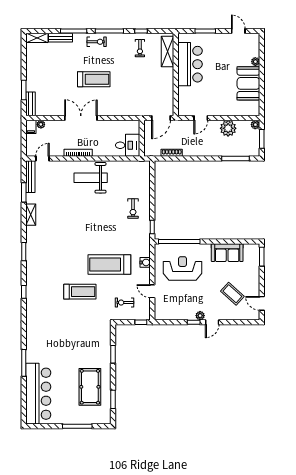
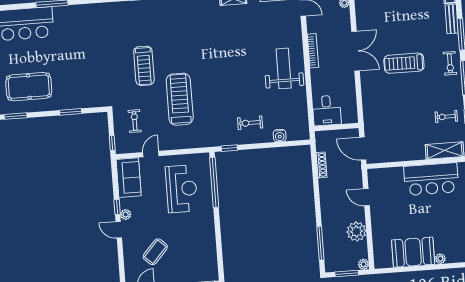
treadmill: (94, 79) -> (404, 63), turned 90
sofa: (227, 253) -> (129, 178), moved, turned 180
water cooler: (145, 262) -> (280, 136), moved

